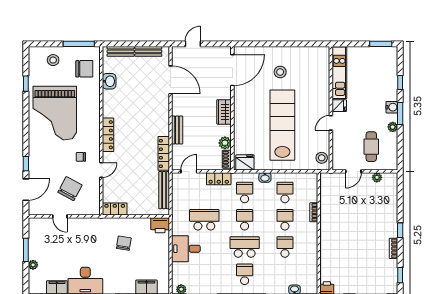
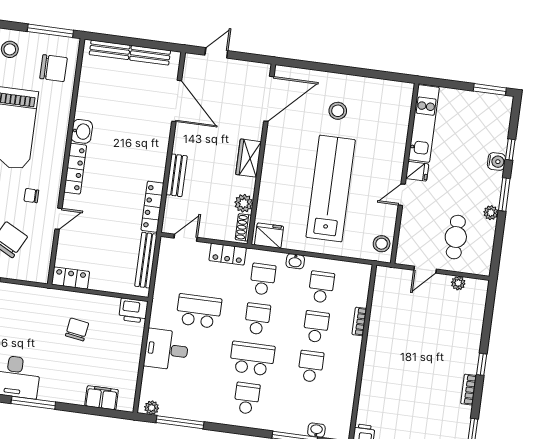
washbasin: (109, 81) -> (82, 131), moved
water cooler: (392, 107) -> (496, 161), moved

